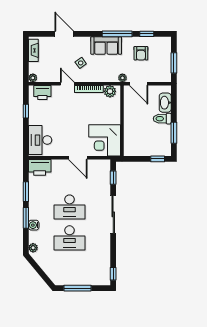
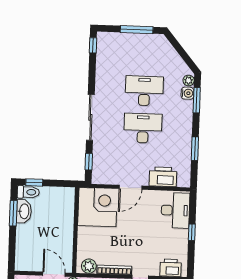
washbasin: (165, 103) -> (24, 211), moved
window: (26, 111) -> (192, 232), moved
toilet: (162, 119) -> (28, 192), moved
door: (78, 158) -> (131, 187), swing flipped
printer: (40, 167) -> (163, 177), moved
window: (26, 218) -> (197, 100), moved
water cooler: (34, 225) -> (187, 93), moved

